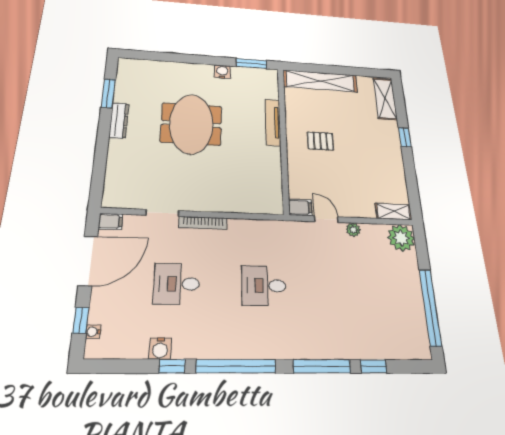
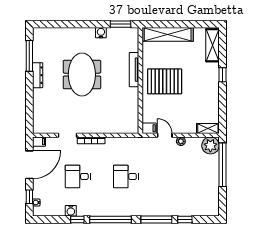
window: (108, 93) -> (29, 56), width x1.44
pallet: (320, 141) -> (165, 81), width x2.05, depth x2.00
window: (430, 307) -> (222, 165), moved

